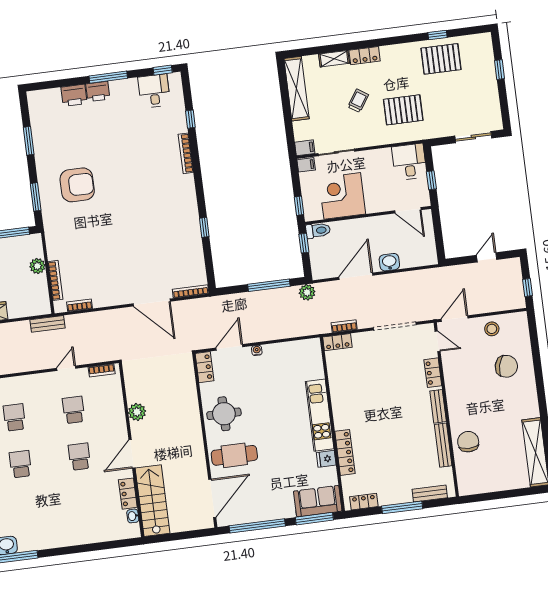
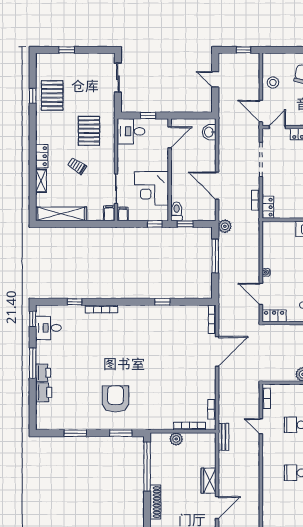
washbasin: (389, 262) -> (209, 132), moved

